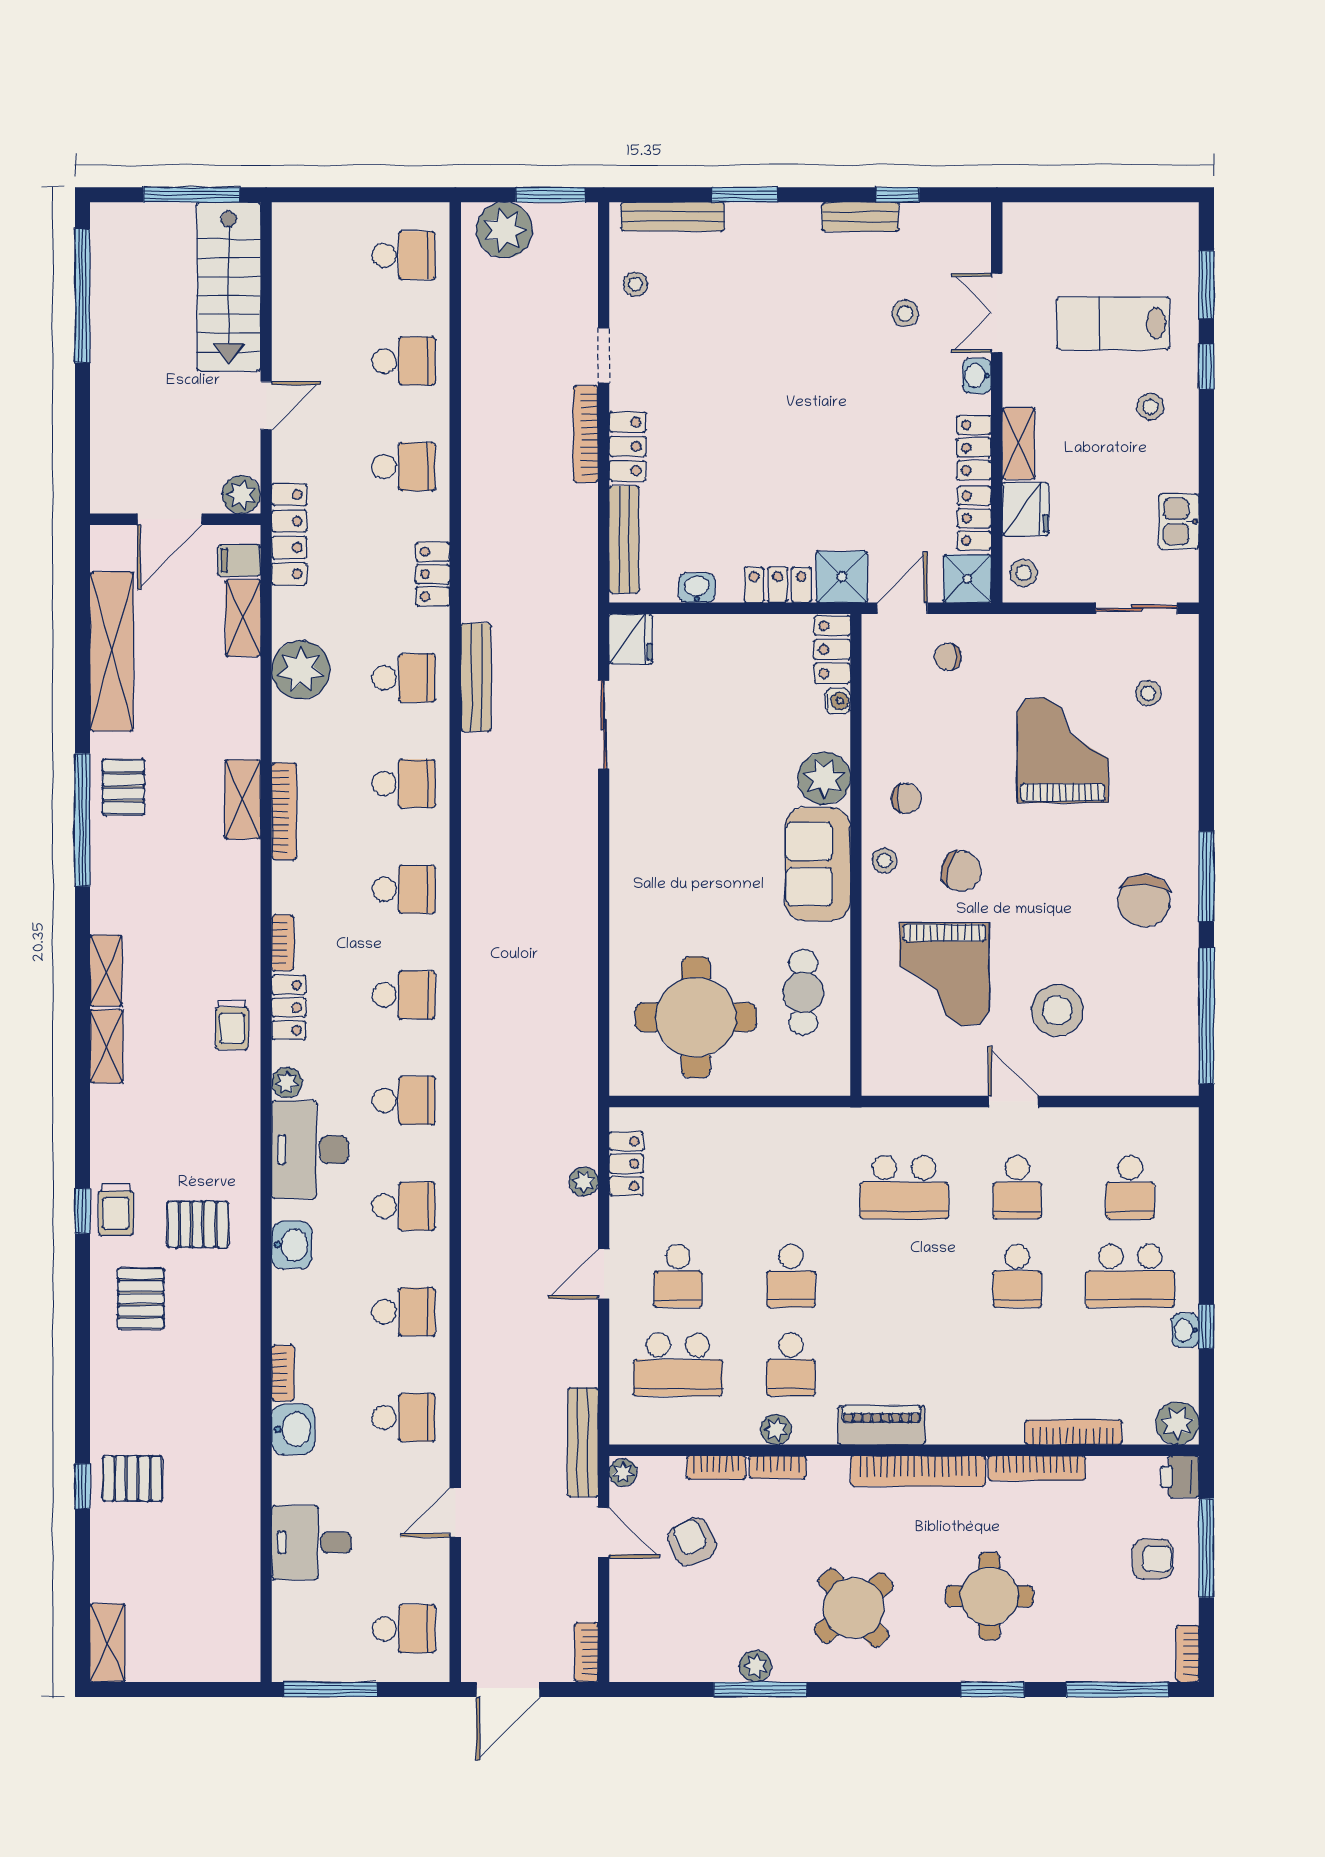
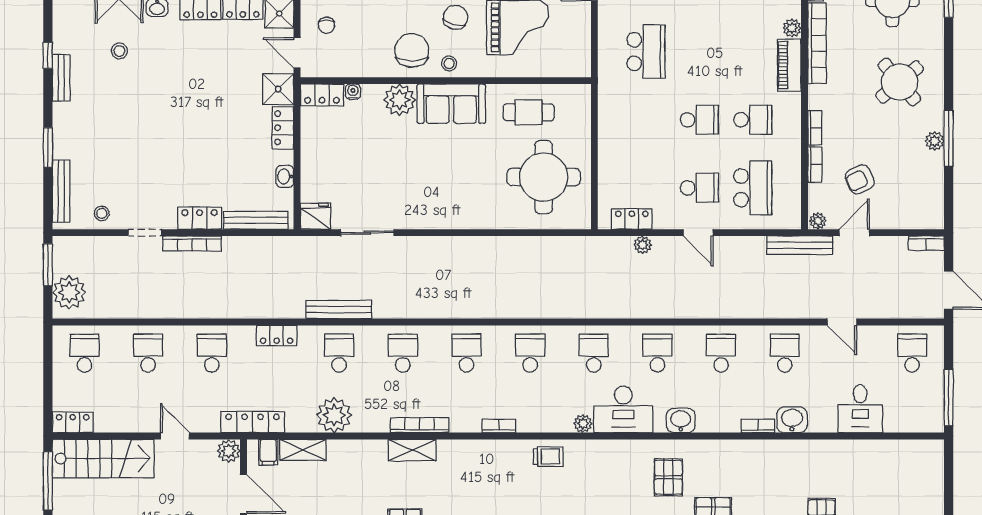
chair: (906, 798) -> (412, 50), width x1.87, depth x1.87
locker: (289, 1008) -> (73, 422), moved
plant: (776, 1429) -> (792, 28), moved

